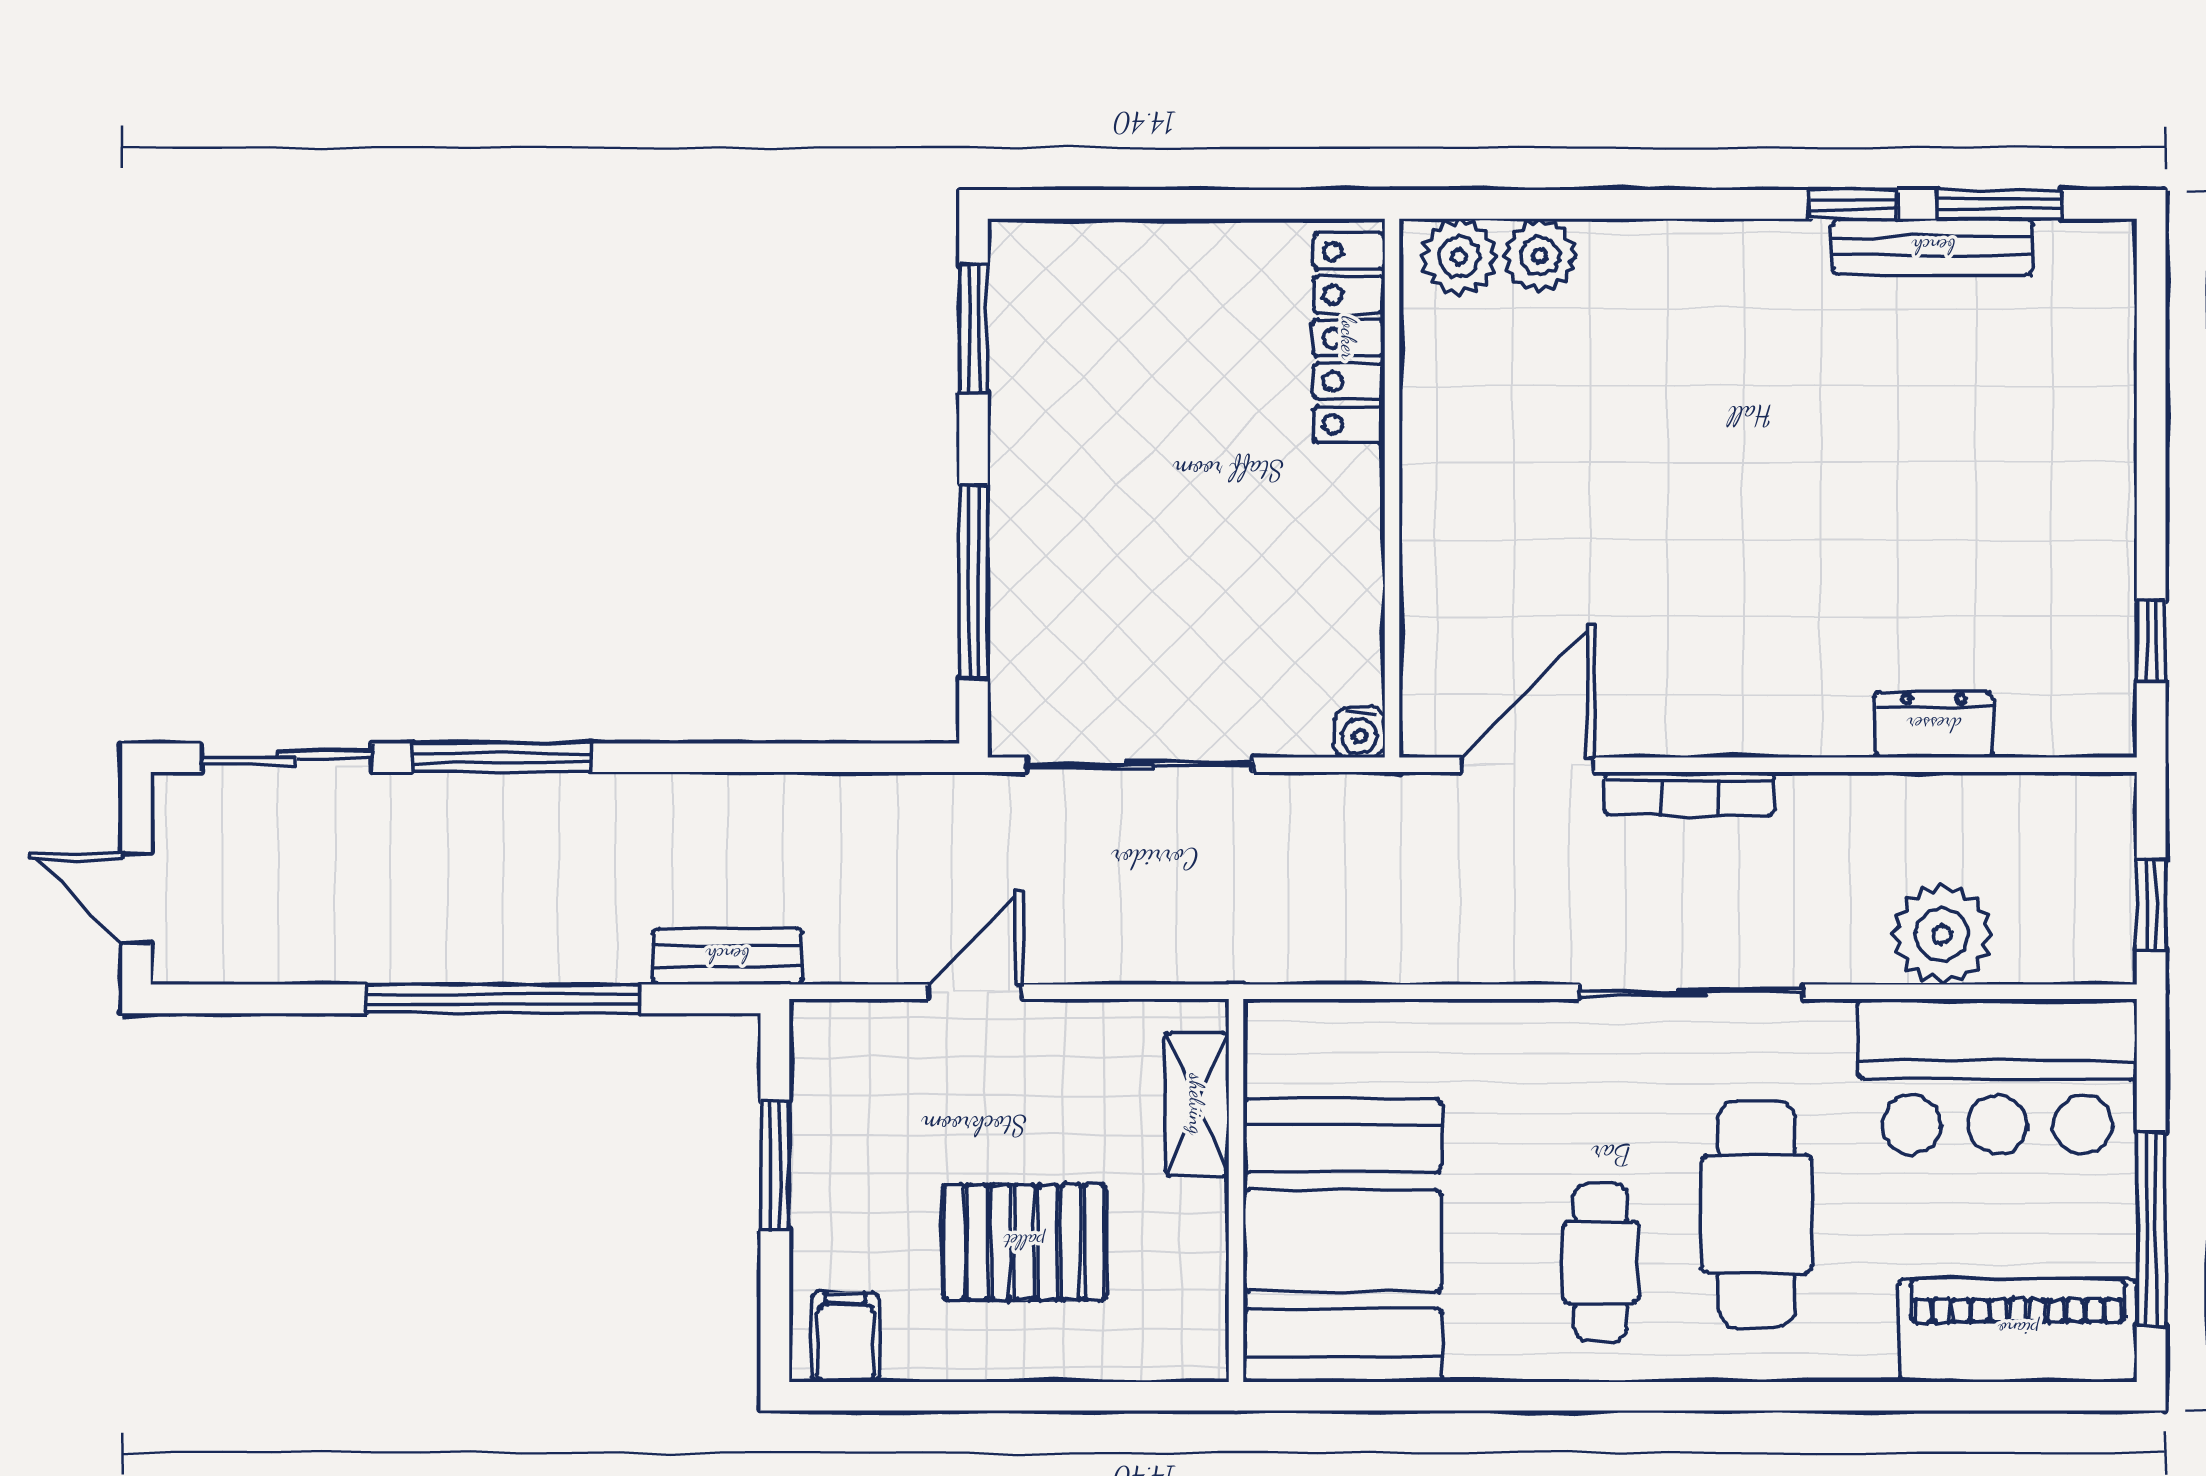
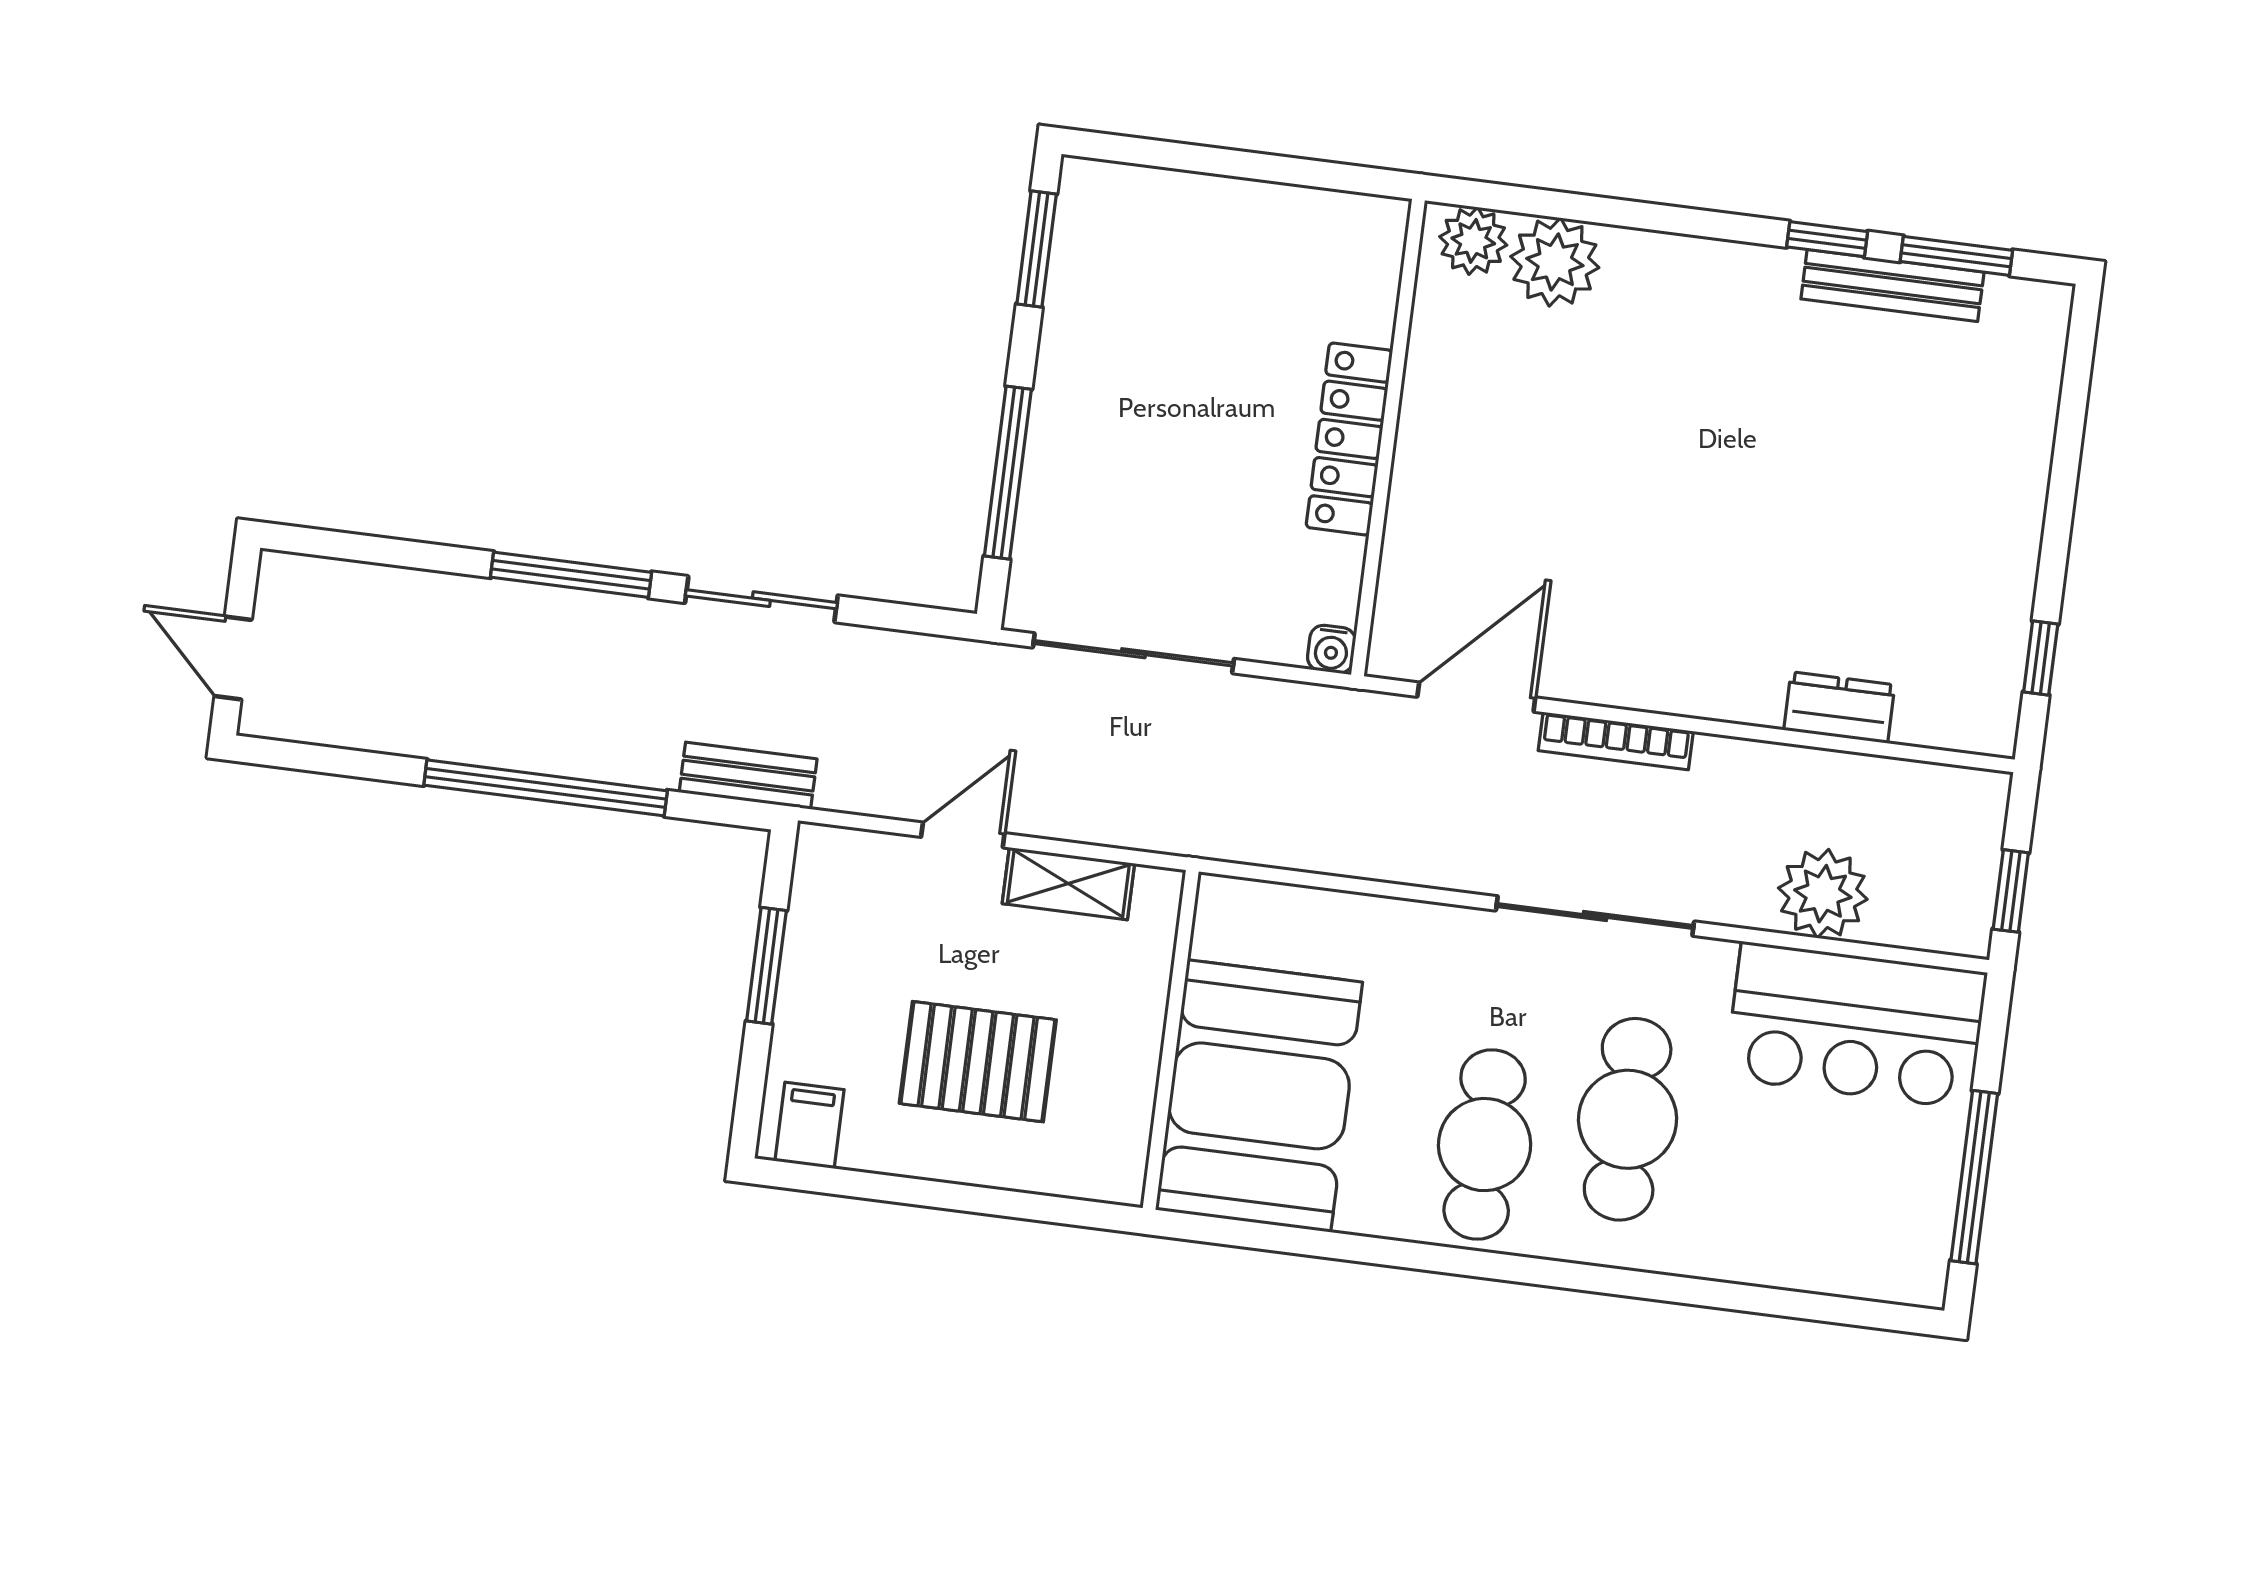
plant: (1540, 255) -> (1555, 262), width x1.36, depth x1.36
locker: (1349, 338) -> (1349, 439), moved
sliding door: (287, 758) -> (761, 599), moved
shelving: (1197, 1104) -> (1068, 884), moved, turned 90
cafe table: (1601, 1262) -> (1485, 1145), width x1.37, depth x1.35
piano: (2018, 1330) -> (1845, 1252), removed

